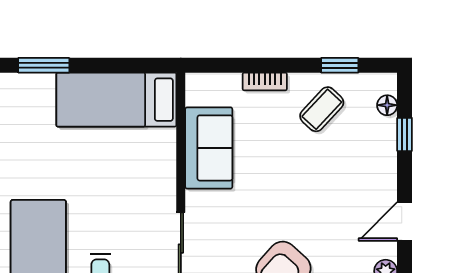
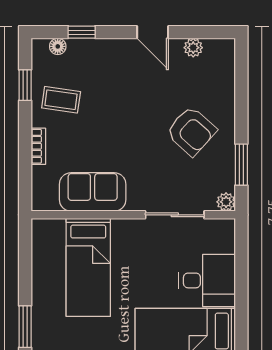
bed: (116, 100) -> (88, 267), moved
coffee table: (322, 109) -> (61, 100), turned -35

